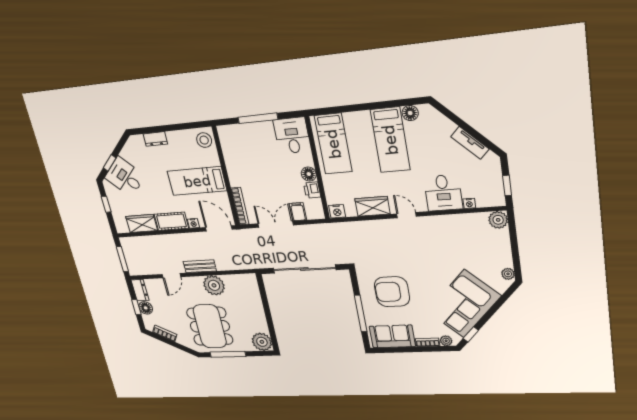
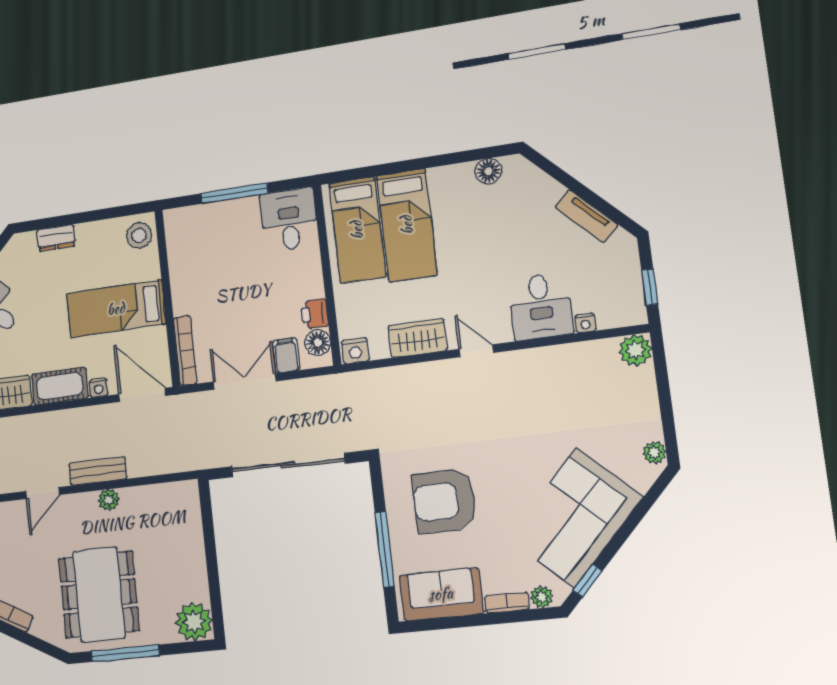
bed: (390, 140) -> (407, 225), moved
floor lamp: (309, 174) -> (318, 343), moved
plant: (214, 285) -> (109, 500), width x0.53, depth x0.53

